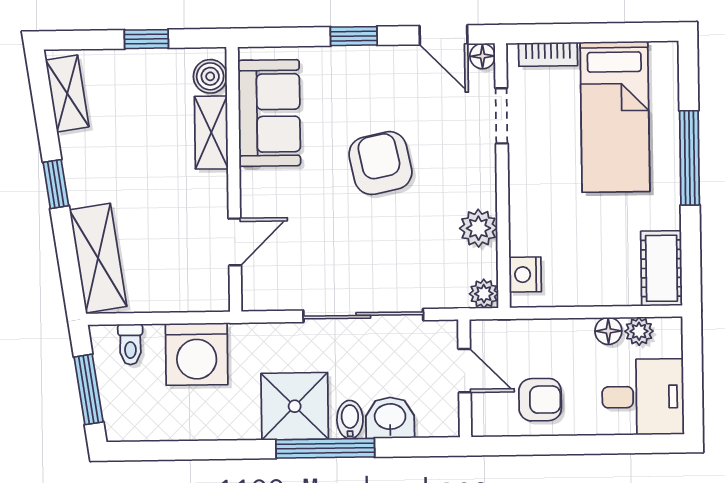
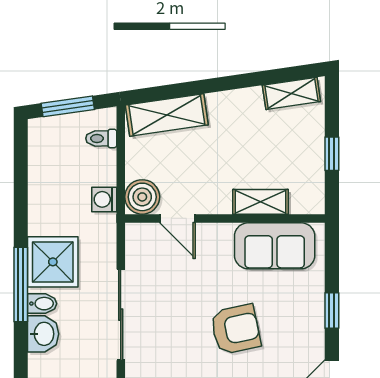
boiler: (210, 76) -> (142, 197), moved, width x1.36, depth x1.36
window: (56, 184) -> (223, 84), removed
washing machine: (197, 354) -> (104, 199), width x0.53, depth x0.53

